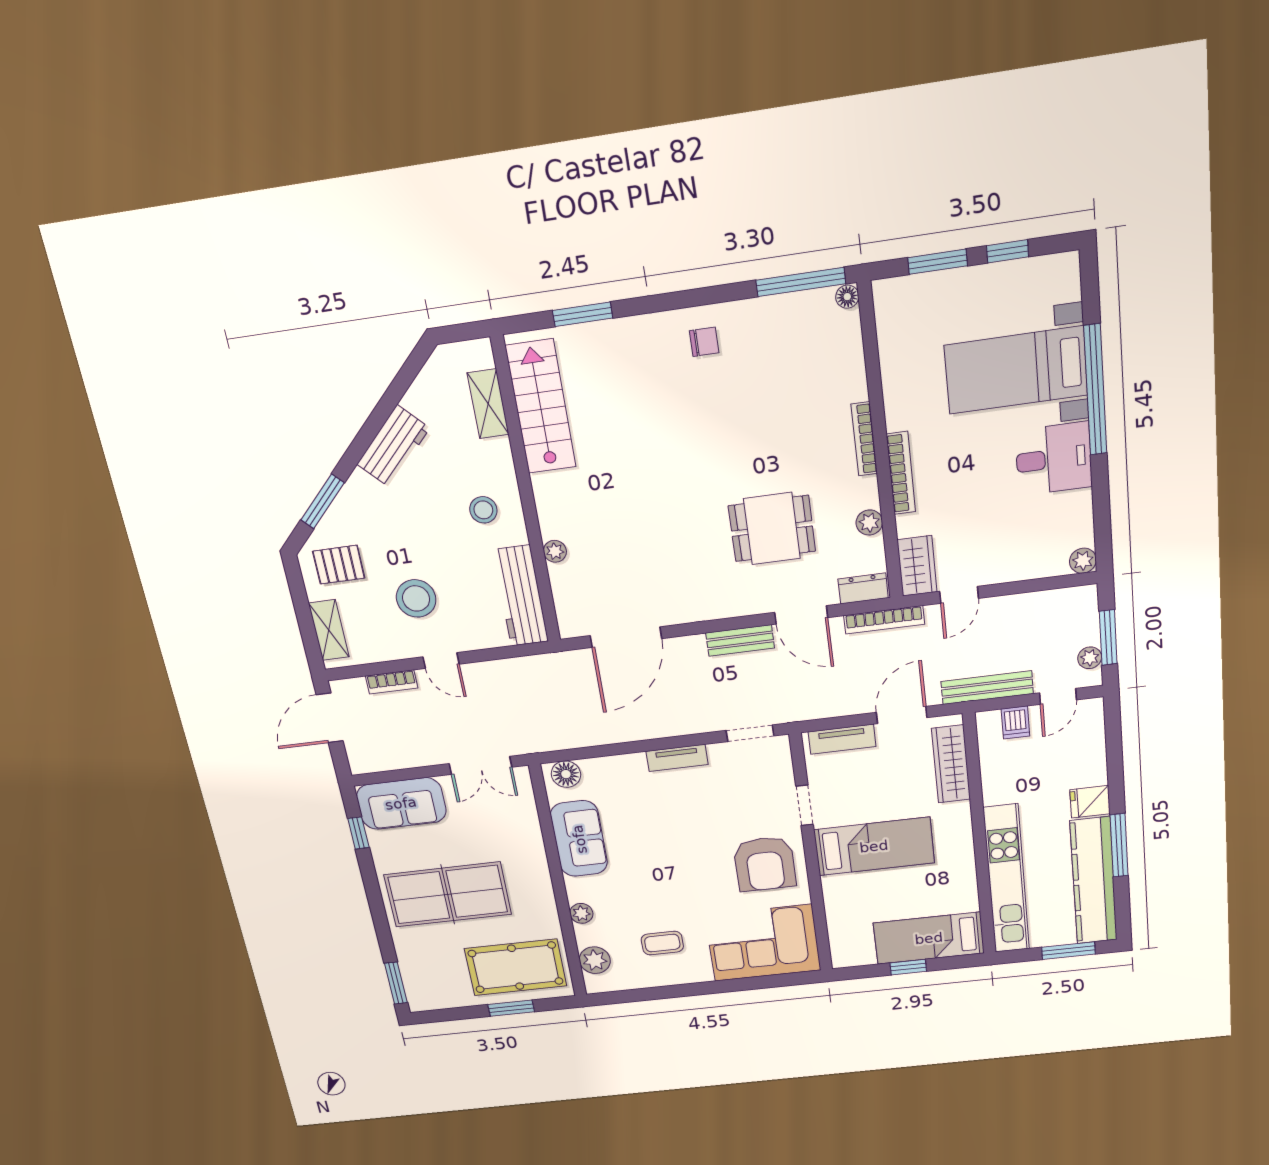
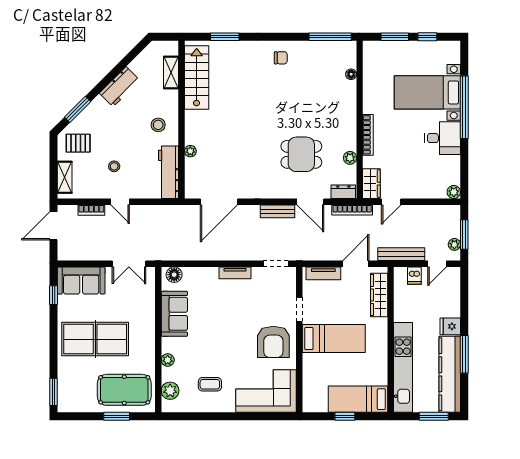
floor lamp: (847, 297) -> (351, 74), moved
bookcase: (864, 439) -> (352, 115), removed
stool: (416, 598) -> (114, 166), width x0.53, depth x0.53

